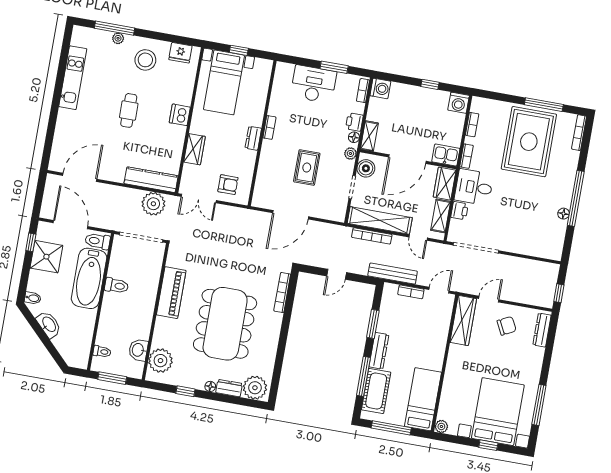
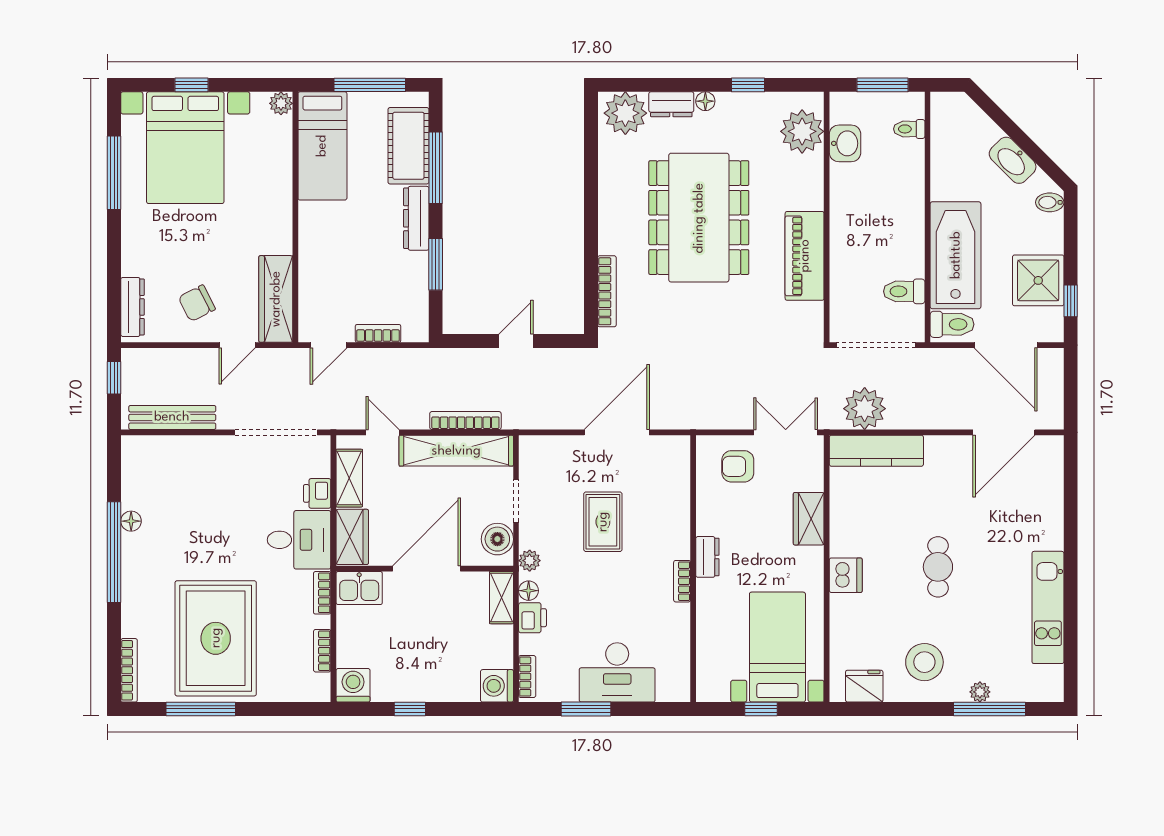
bench: (393, 274) -> (172, 417), moved
toilet: (117, 286) -> (904, 291), moved

